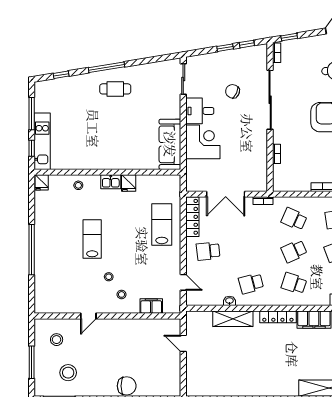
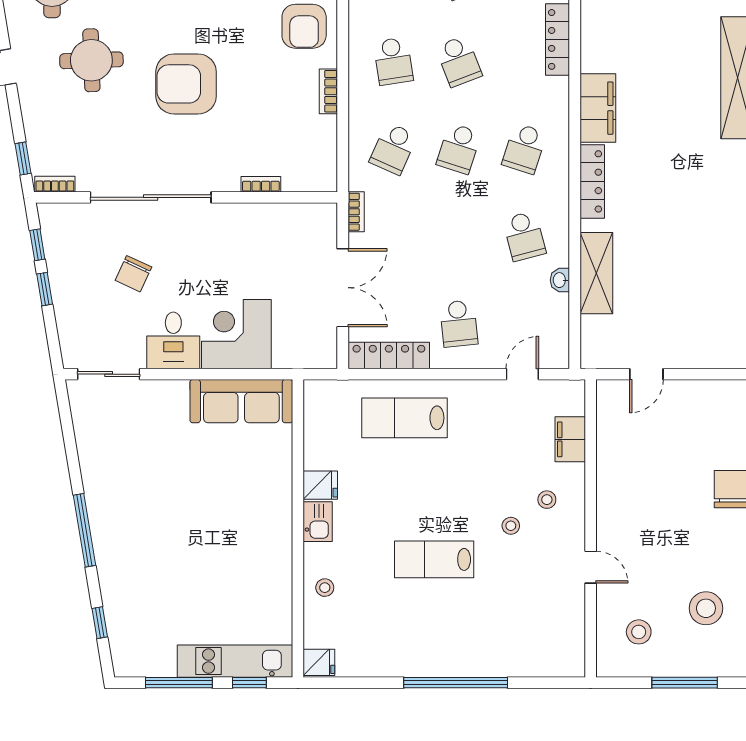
cafe table: (115, 89) -> (129, 512), removed
school desk: (294, 251) -> (459, 149), turned 42

